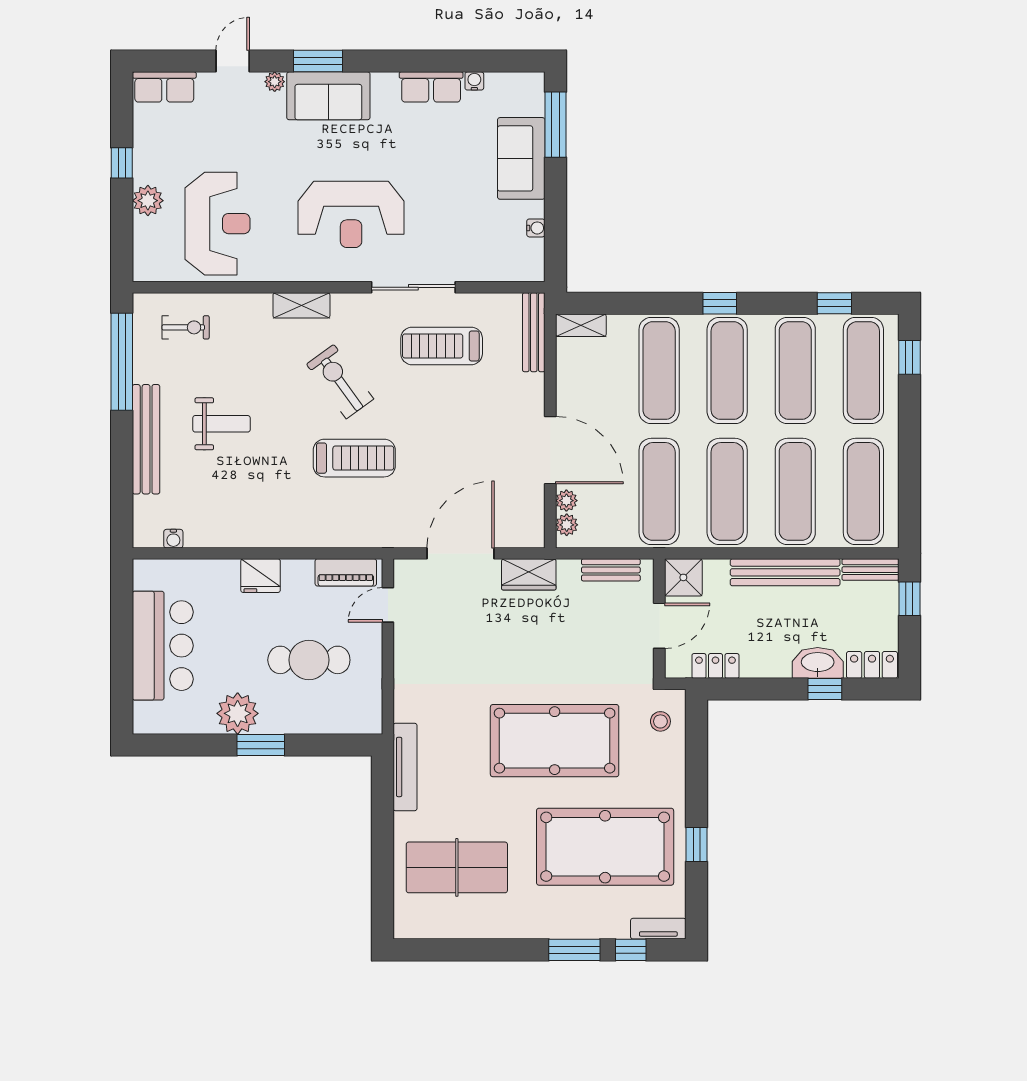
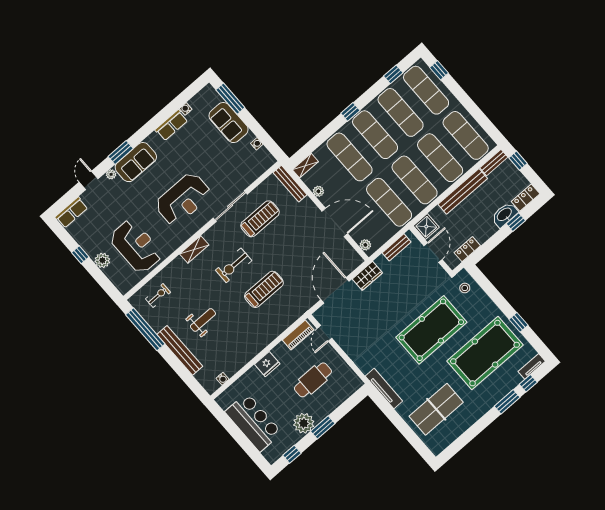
treadmill: (442, 346) -> (260, 219), turned 180
exercise bike: (340, 382) -> (234, 265), turned -54
plant: (566, 501) -> (318, 191), moved
window: (179, 745) -> (292, 454), added

